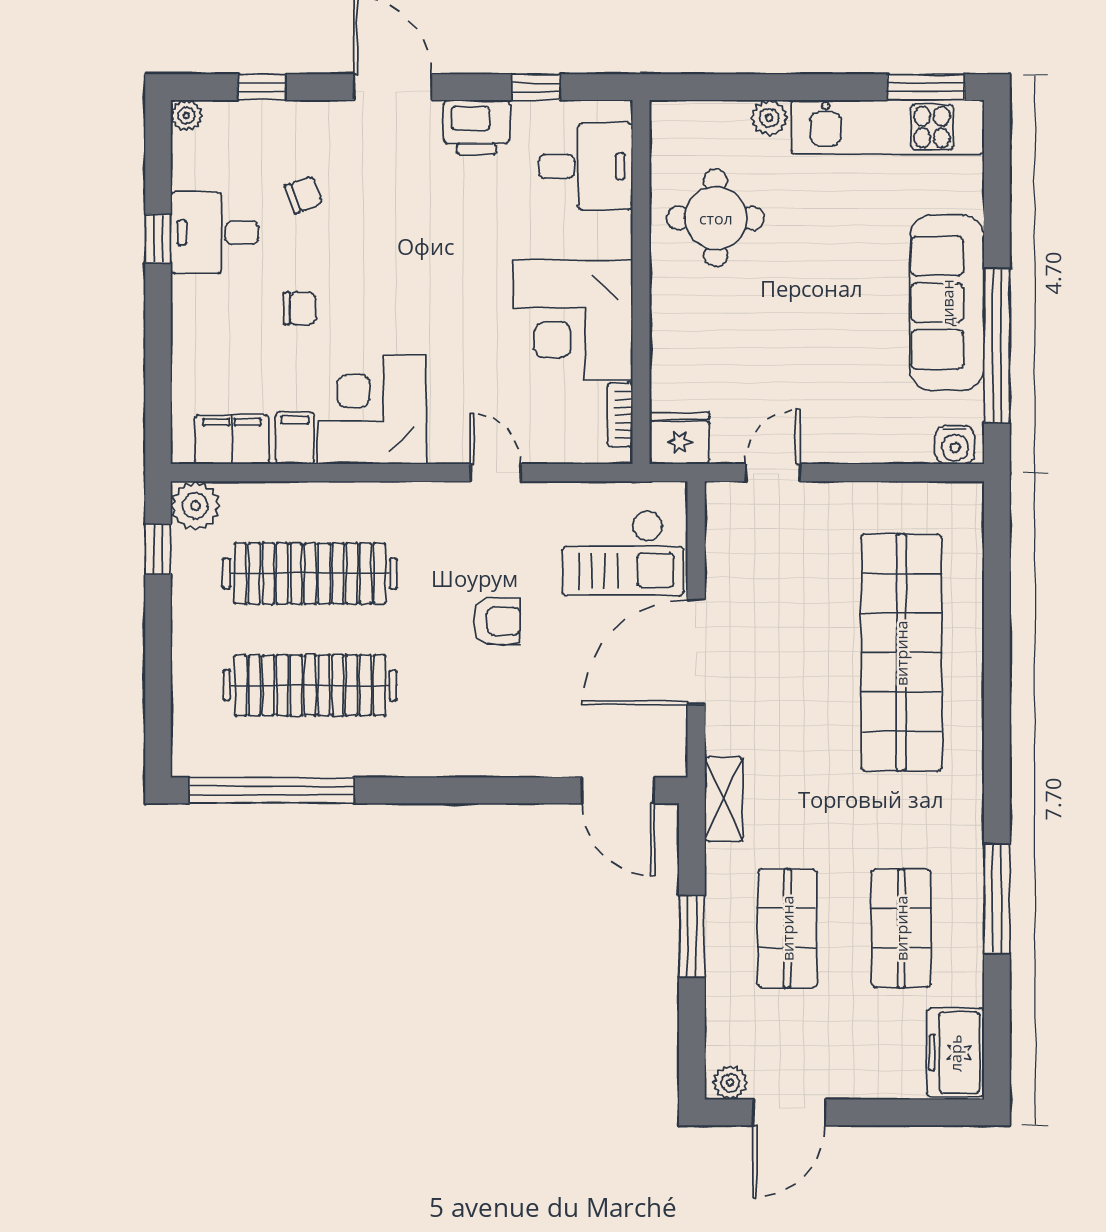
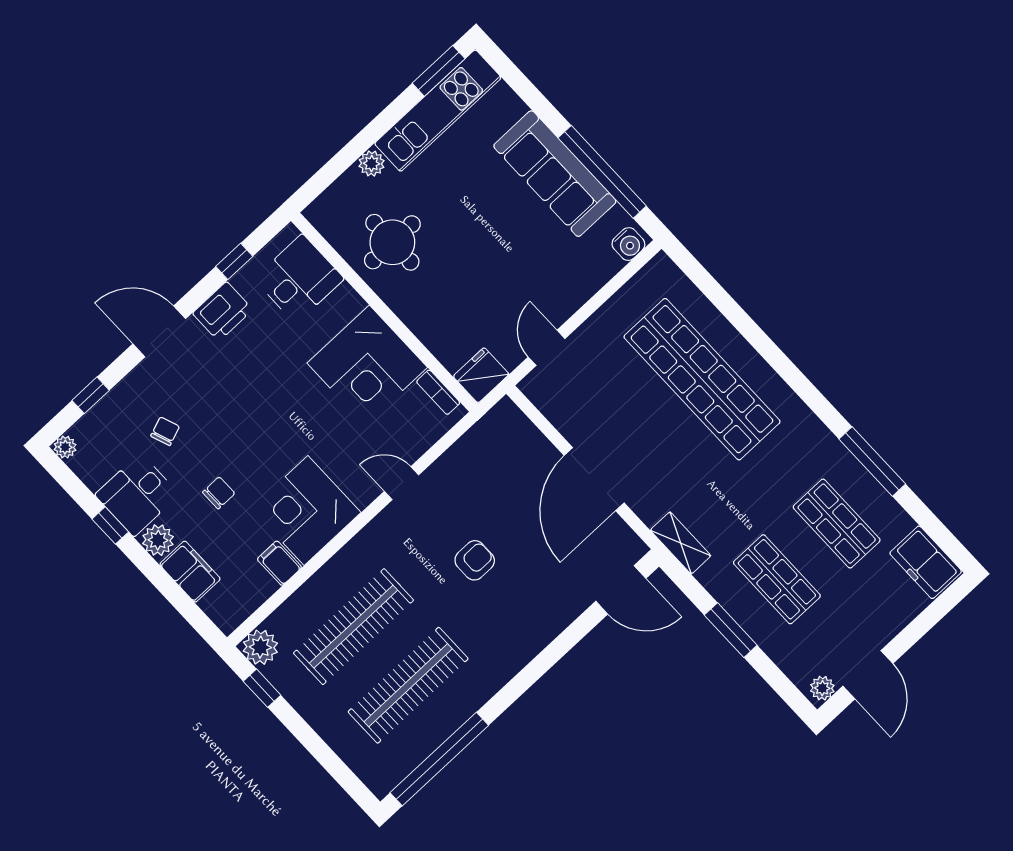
plant: (193, 299) -> (158, 540), added
filing cabinet: (232, 439) -> (190, 572), moved, turned 90
checkout: (623, 553) -> (507, 463), removed

